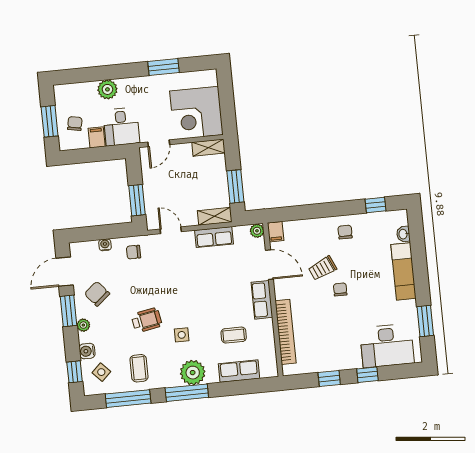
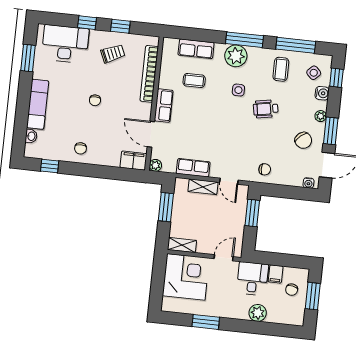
shelving: (215, 216) -> (203, 187), moved
filing cabinet: (276, 232) -> (133, 161), width x2.00
water cooler: (105, 245) -> (308, 183), moved
trolley: (322, 268) -> (113, 54), moved

